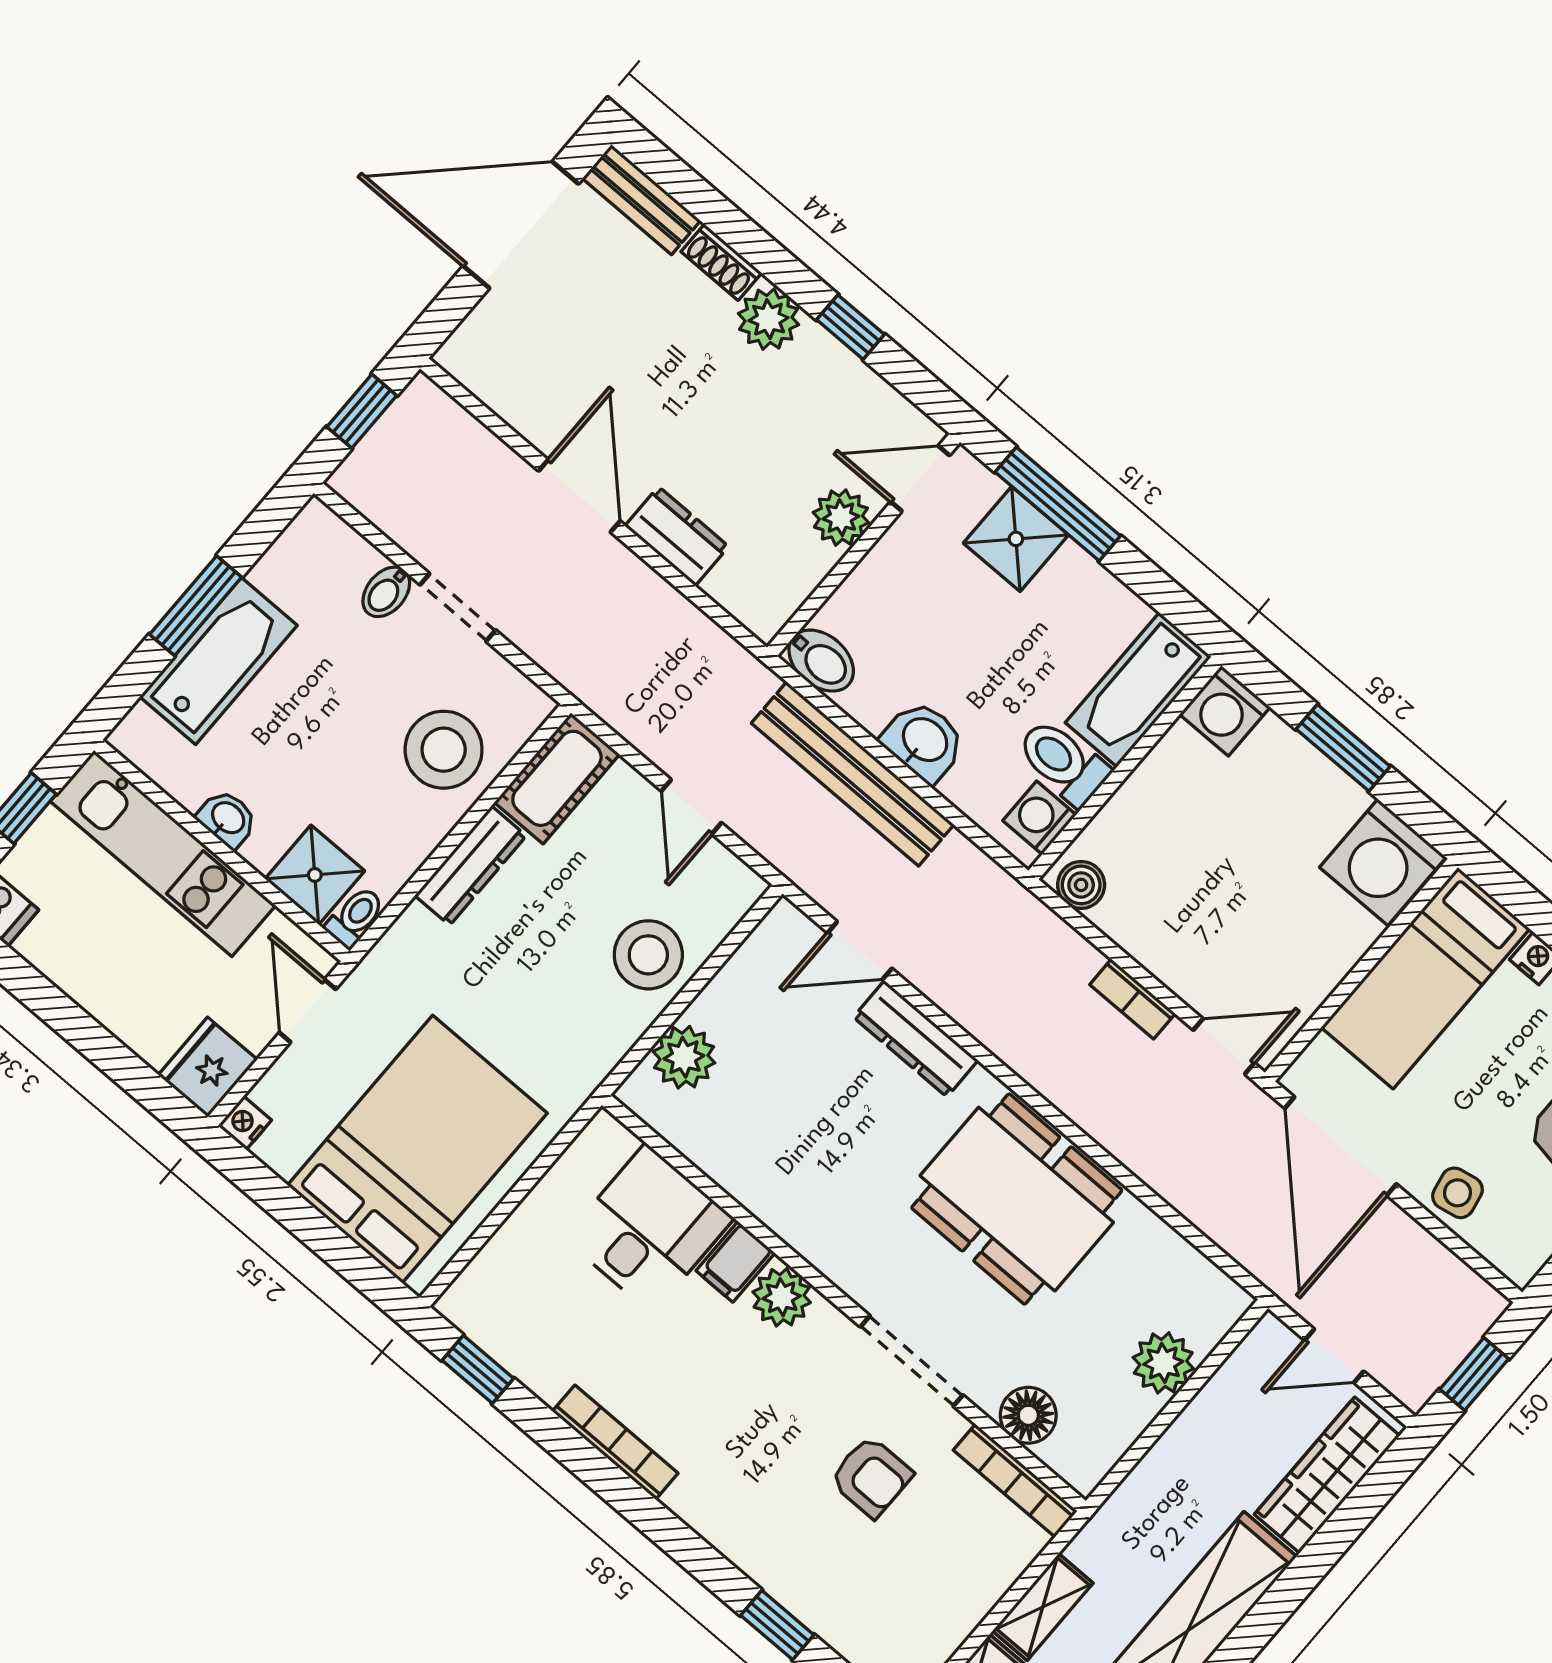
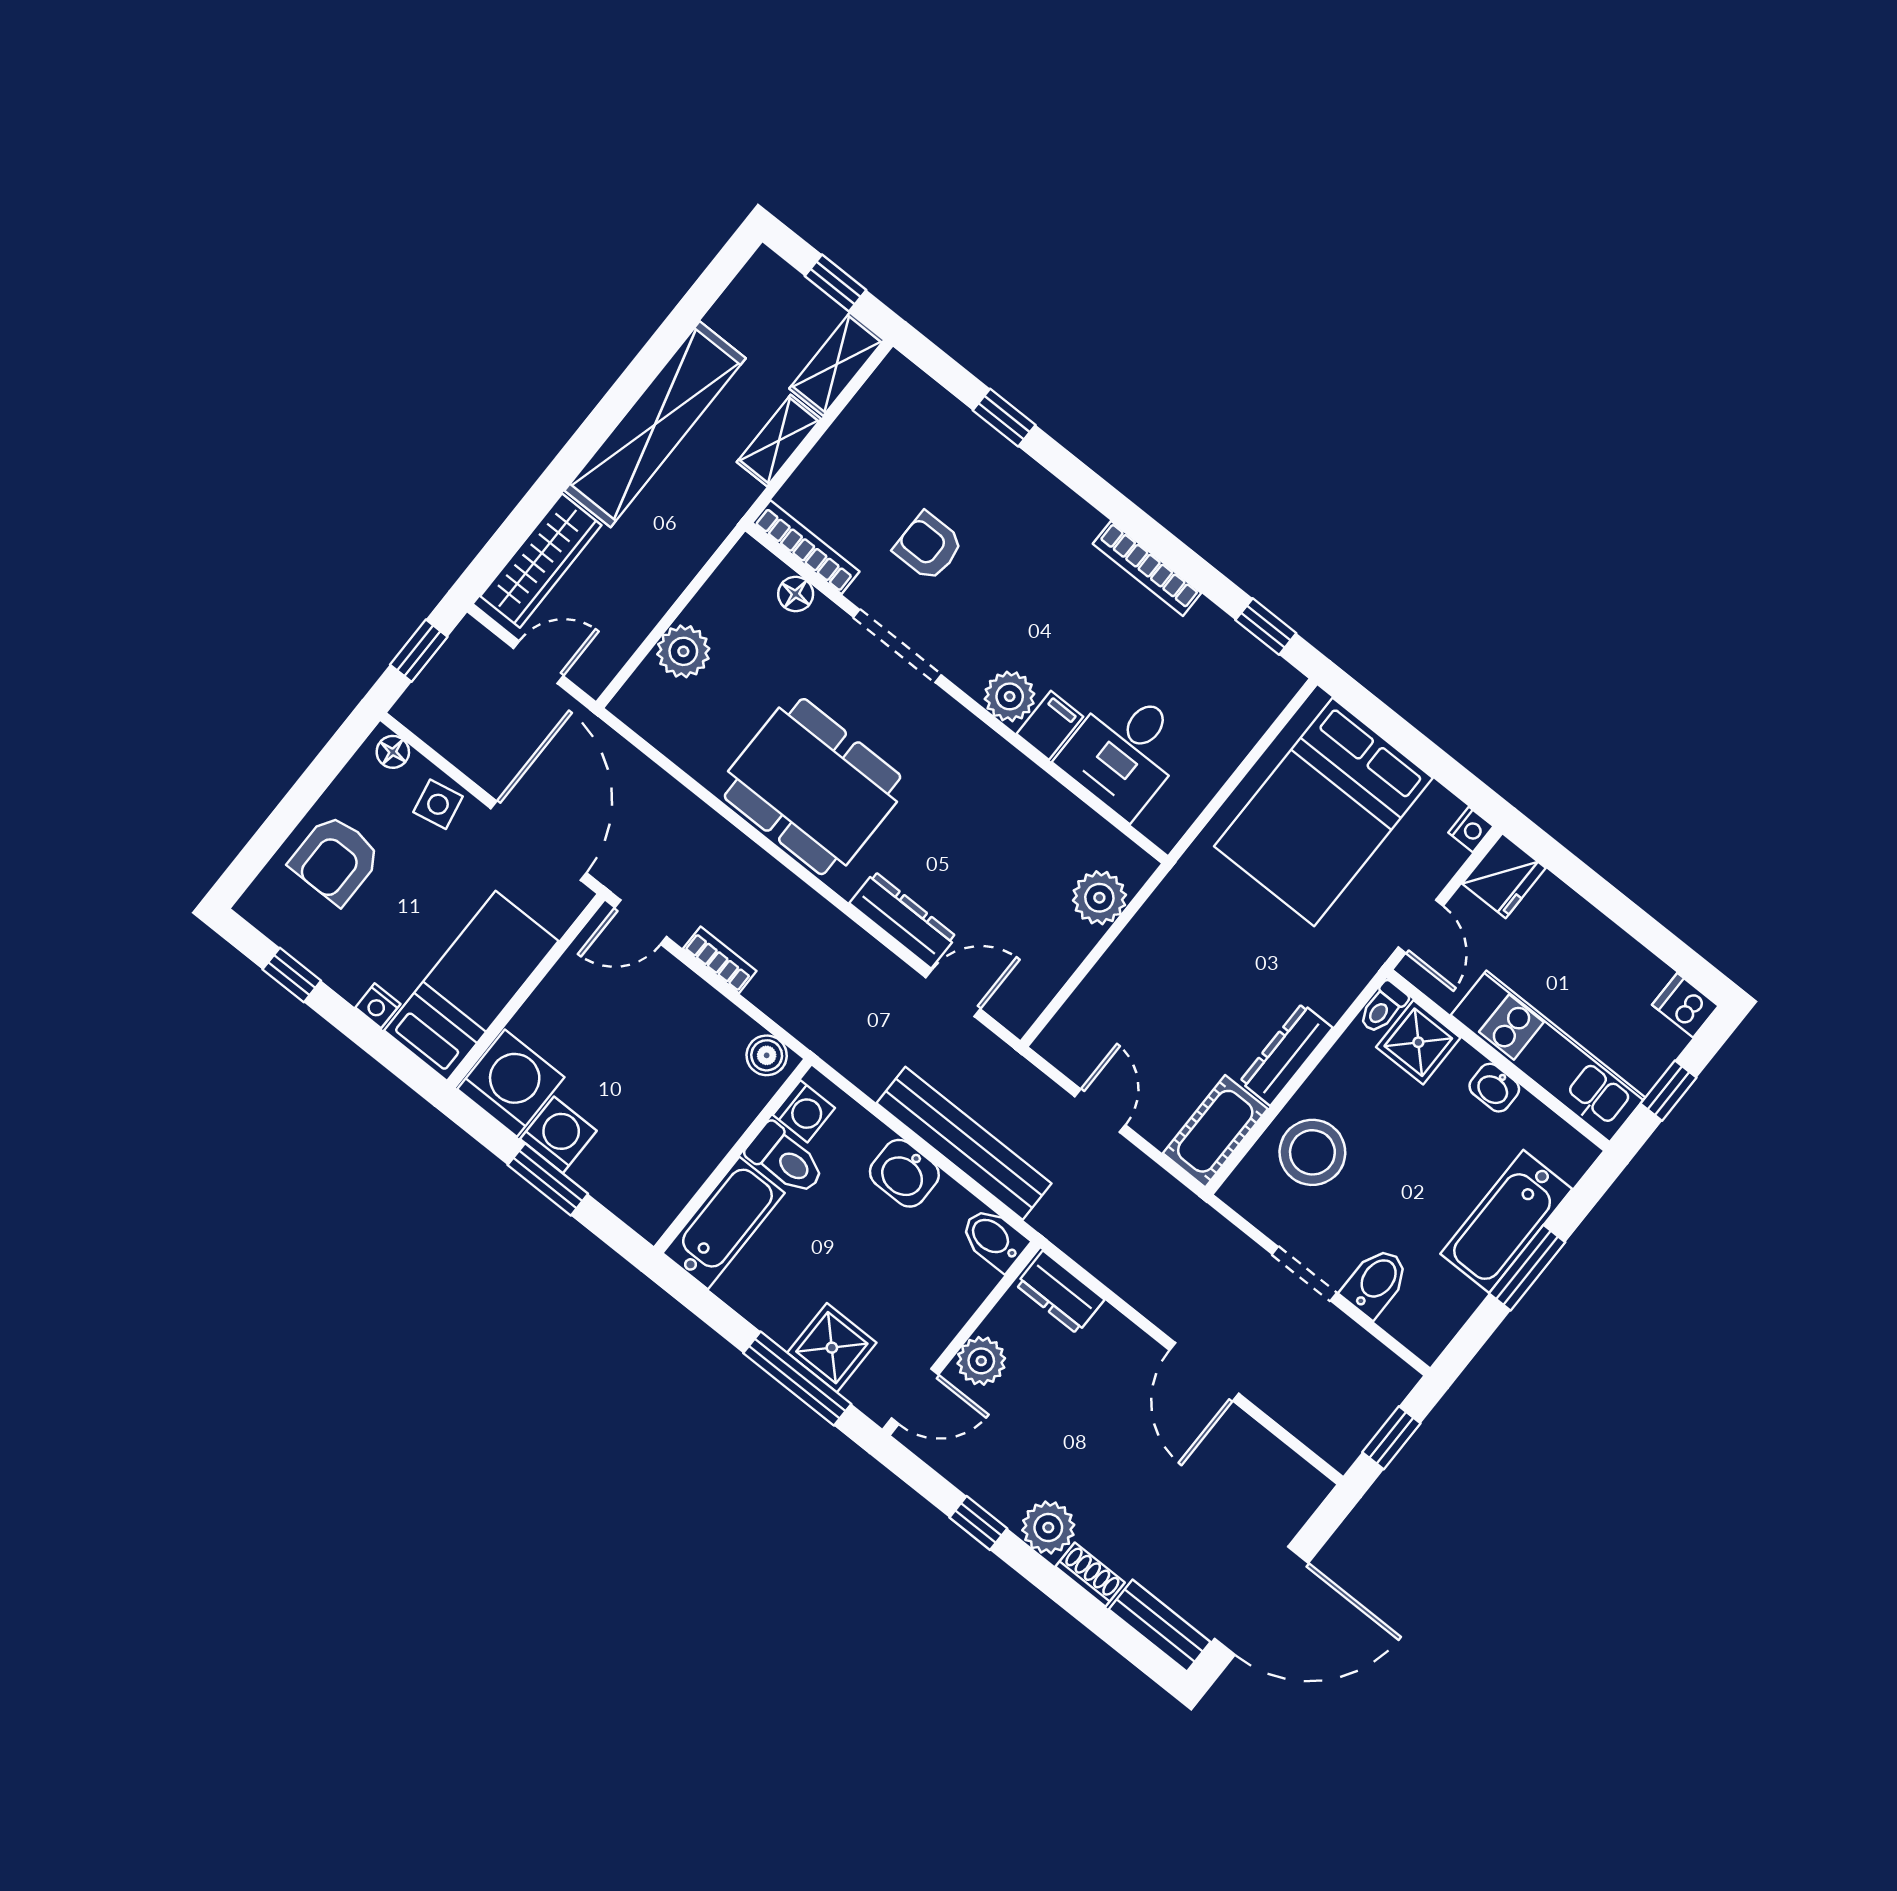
dresser: (677, 536) -> (1060, 1292), moved
bidet: (386, 592) -> (1376, 1282), width x1.38, depth x1.36
washing machine: (1225, 711) -> (558, 1135), moved
stool: (648, 955) -> (1133, 984), removed
floor lamp: (1509, 1256) -> (393, 752), added
floor lamp: (1028, 1415) -> (796, 594), width x0.73, depth x0.73

